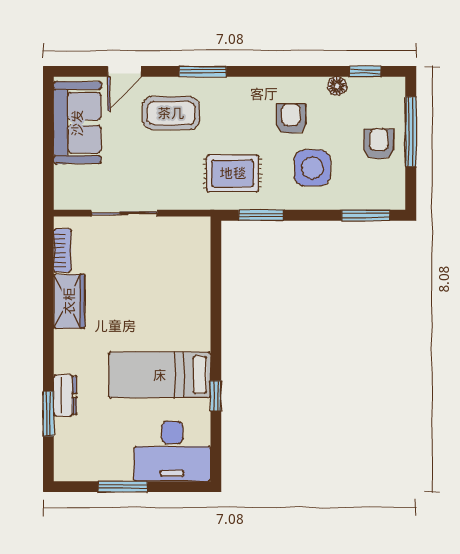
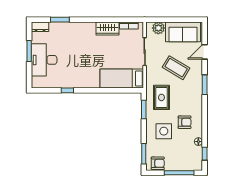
door: (125, 71) -> (205, 52), hinge flipped
coffee table: (171, 113) -> (176, 68), moved, turned -59
armchair: (379, 144) -> (158, 163), moved
plant: (68, 181) -> (158, 28), added
bed: (160, 375) -> (122, 78), moved, turned -90
dresser: (65, 395) -> (40, 27), moved
desk: (172, 451) -> (44, 60), moved

